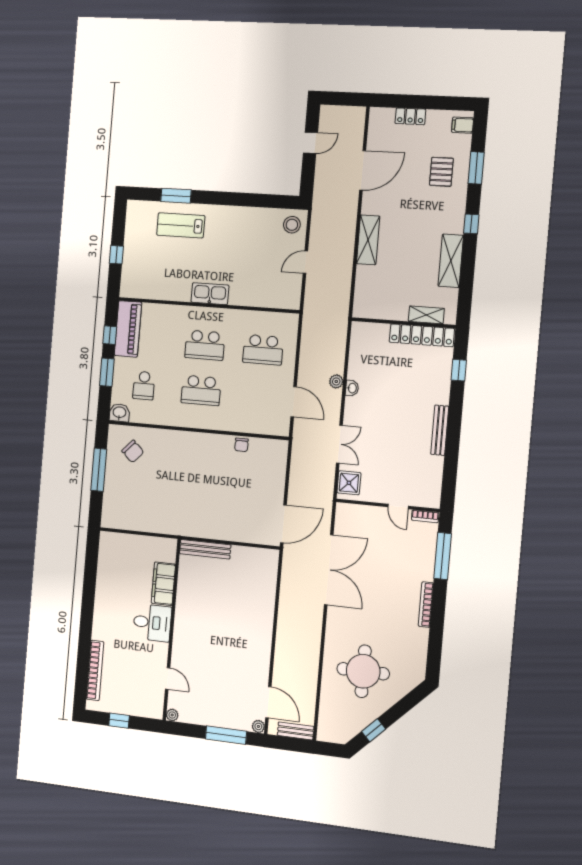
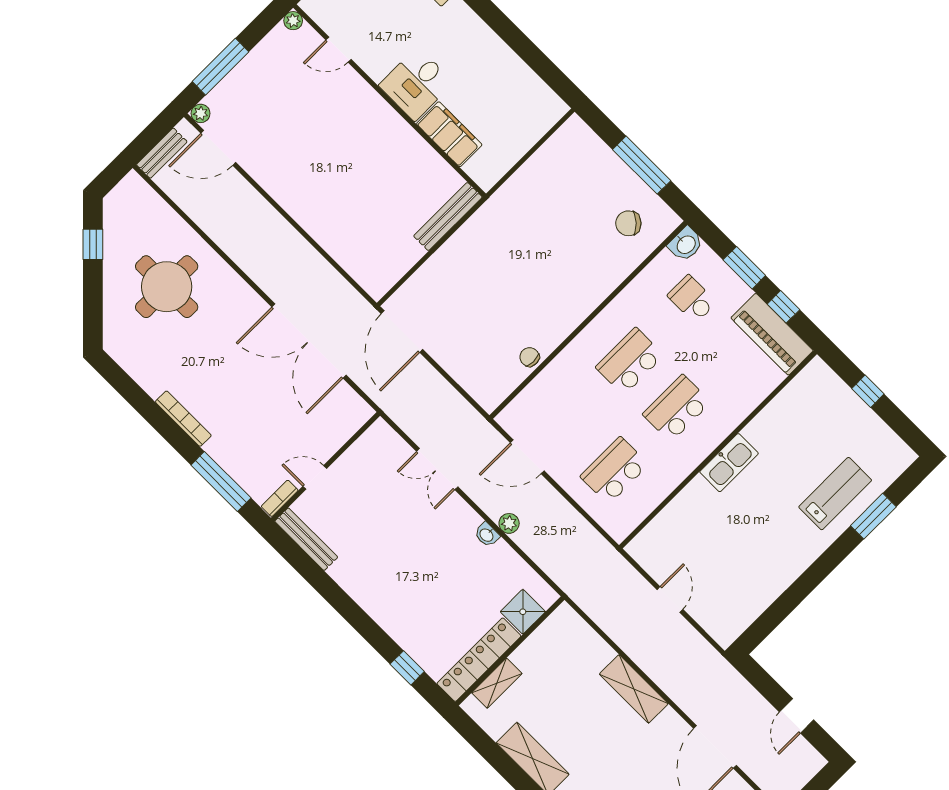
stool: (292, 225) -> (724, 619), removed
bench: (440, 430) -> (306, 539), moved
shower: (349, 483) -> (523, 612), moved

